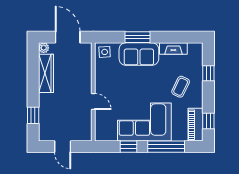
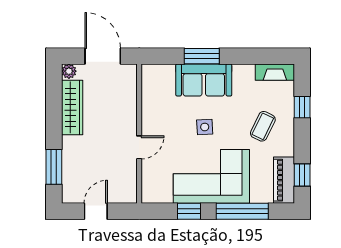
fireplace: (173, 48) -> (275, 72), moved
side table: (105, 52) -> (205, 127), moved
door: (93, 102) -> (139, 147), hinge flipped
window: (33, 115) -> (54, 167), width x1.50
door: (63, 147) -> (96, 211), swing flipped

